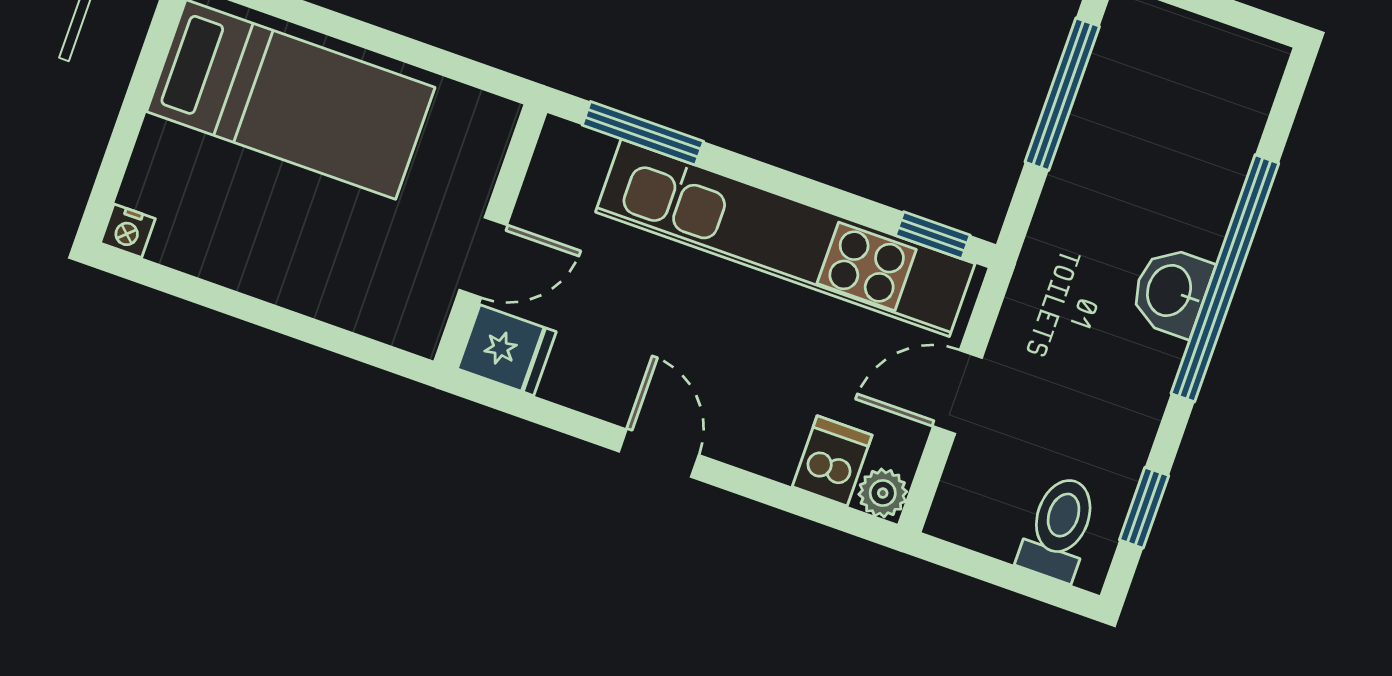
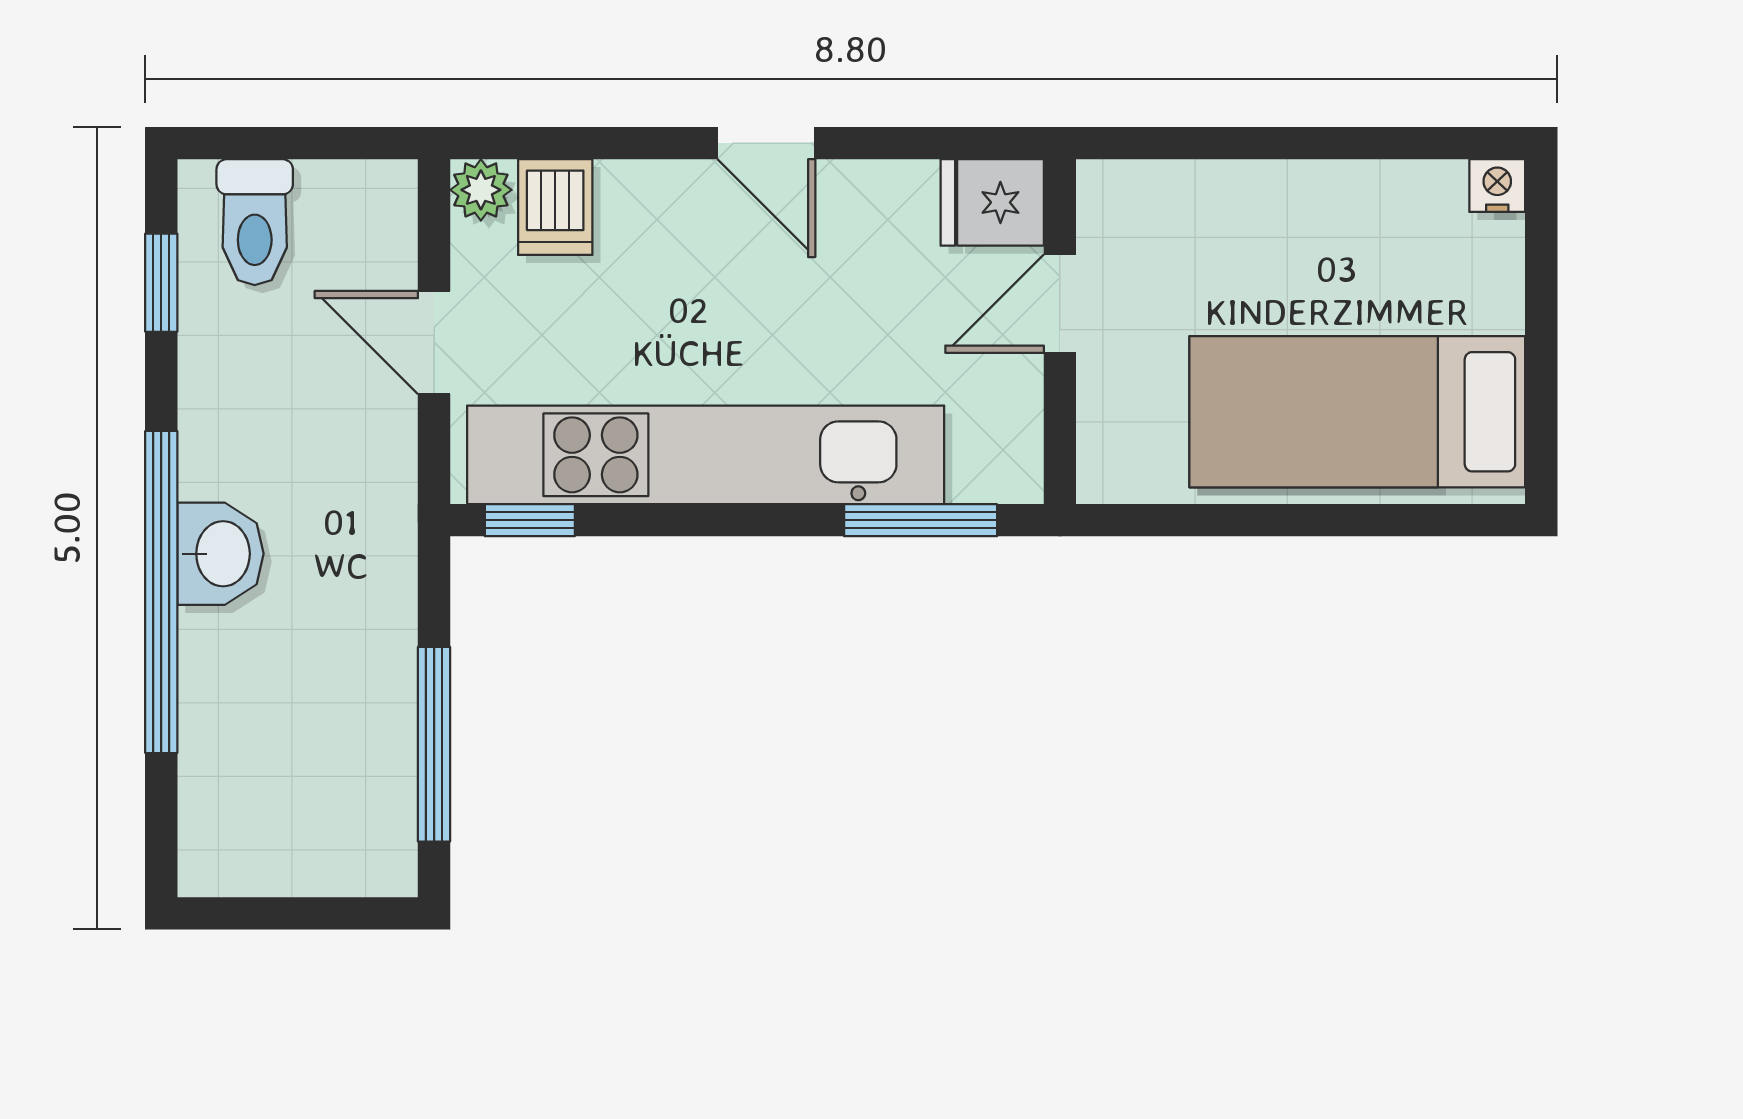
door: (957, 392) -> (434, 343), swing flipped

